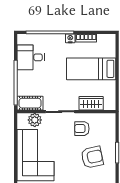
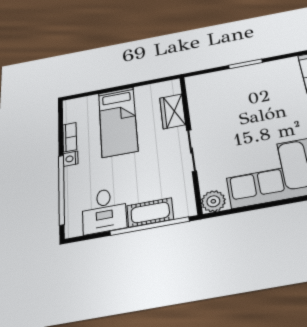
cot: (30, 103) -> (150, 212), moved, turned 90
plant: (35, 120) -> (213, 201), moved
armchair: (82, 129) -> (215, 116), removed
armchair: (92, 157) -> (259, 94), removed

